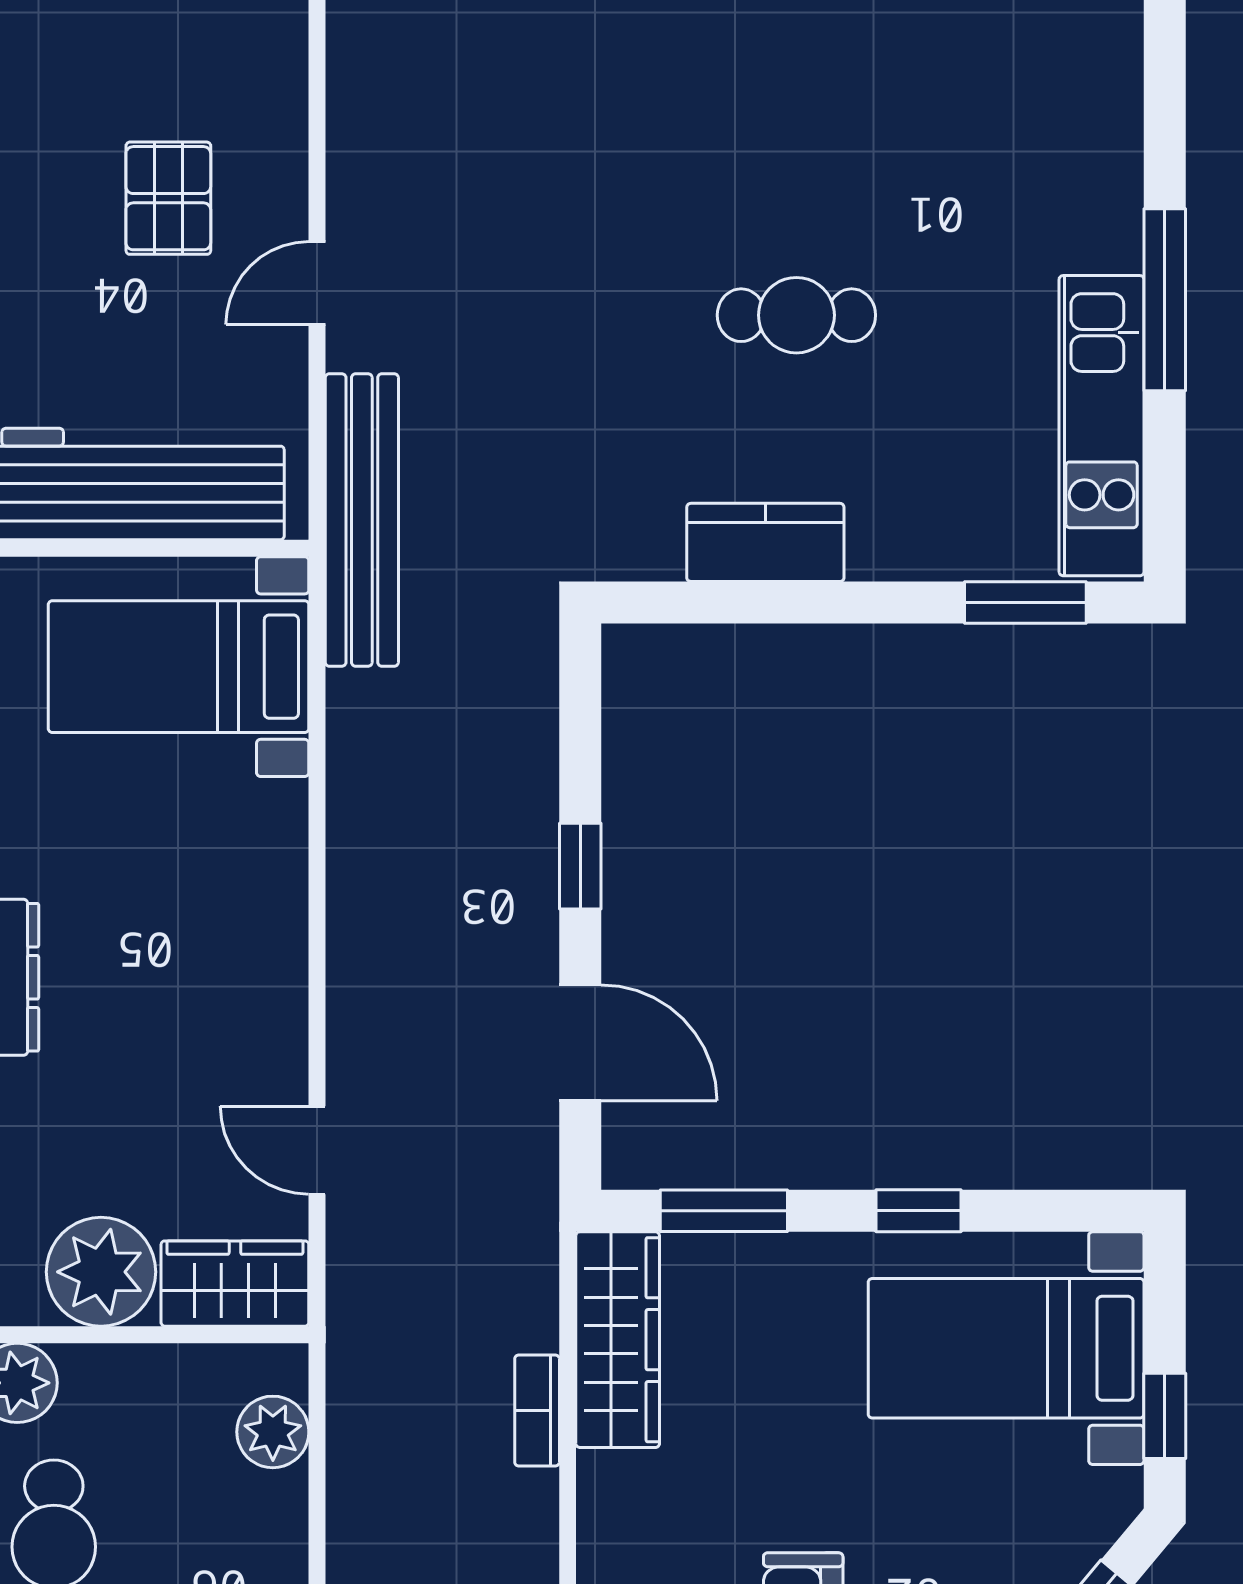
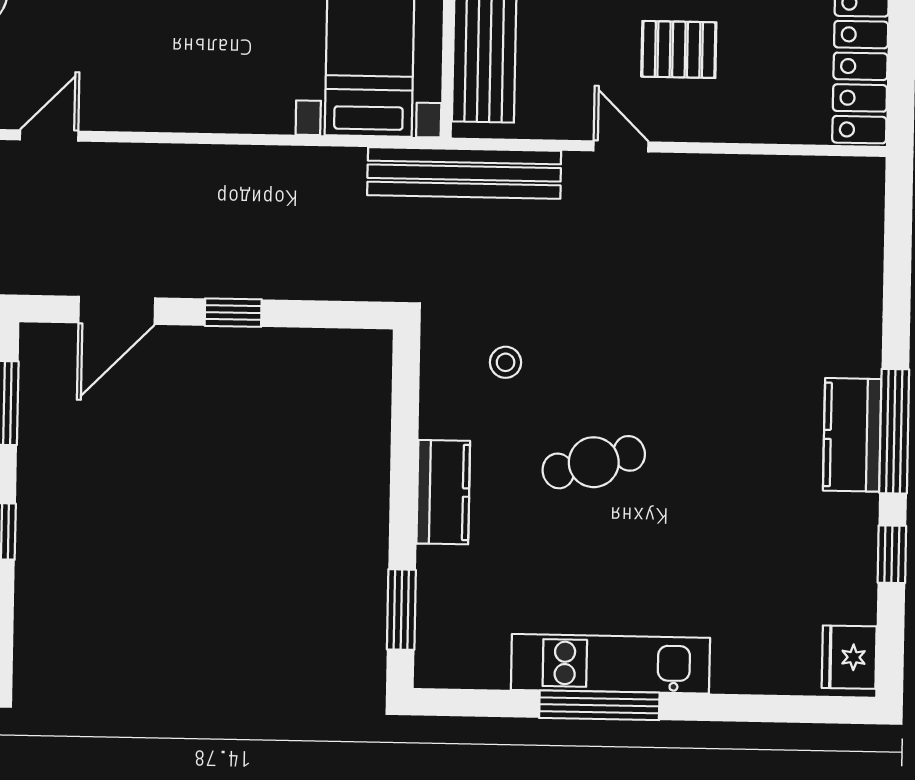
cafe table: (796, 315) -> (594, 462), turned 75
kitchen unit: (1102, 426) -> (610, 664), moved
stool: (648, 452) -> (506, 362), added
kitchen counter: (765, 542) -> (443, 492), moved

